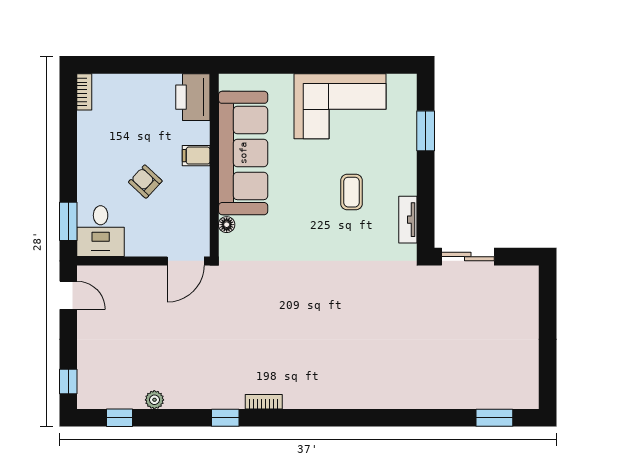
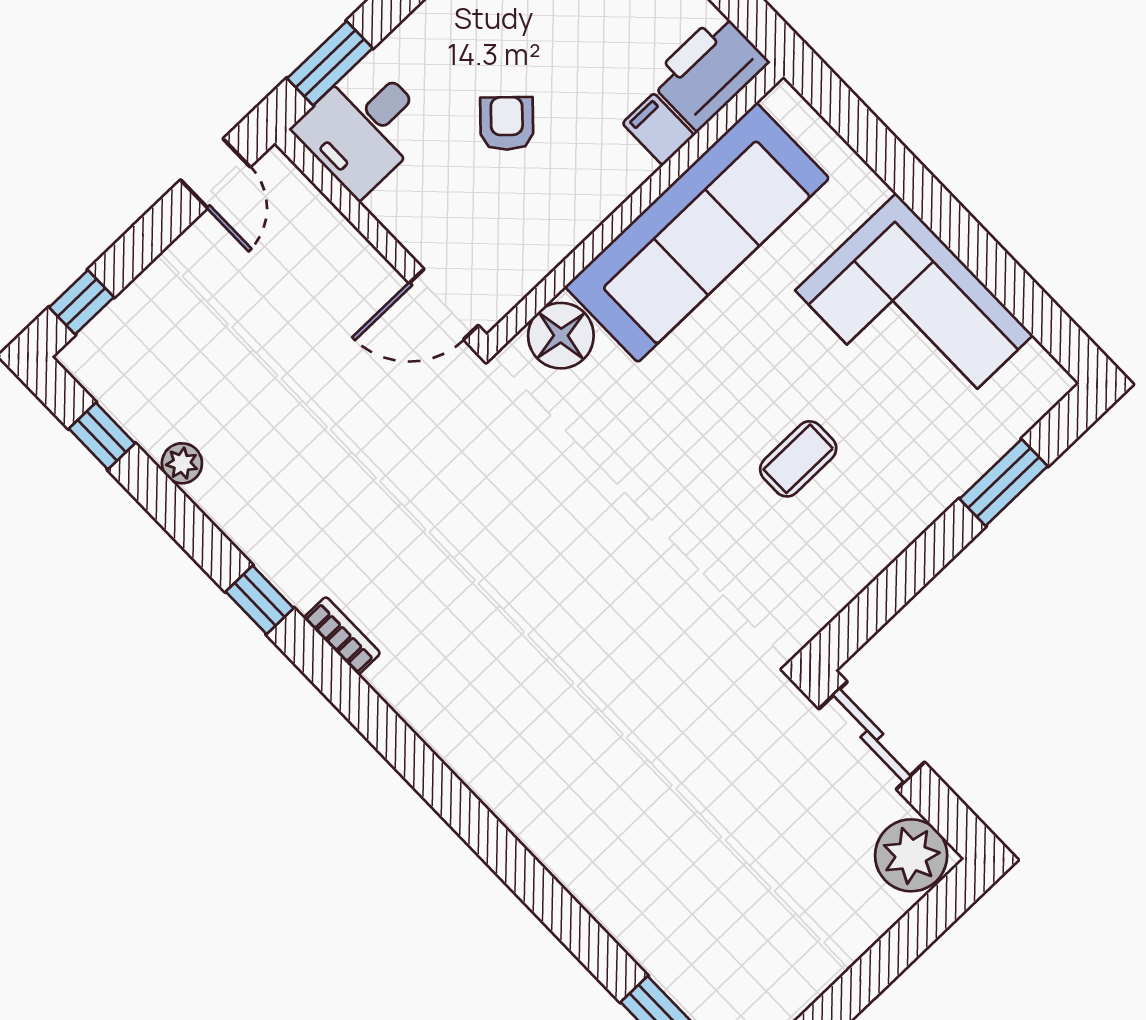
filing cabinet: (196, 156) -> (658, 129), moved
tv unit: (408, 220) -> (840, 587), removed
floor lamp: (227, 225) -> (561, 336), width x1.89, depth x1.89
plant: (521, 282) -> (911, 855), added

